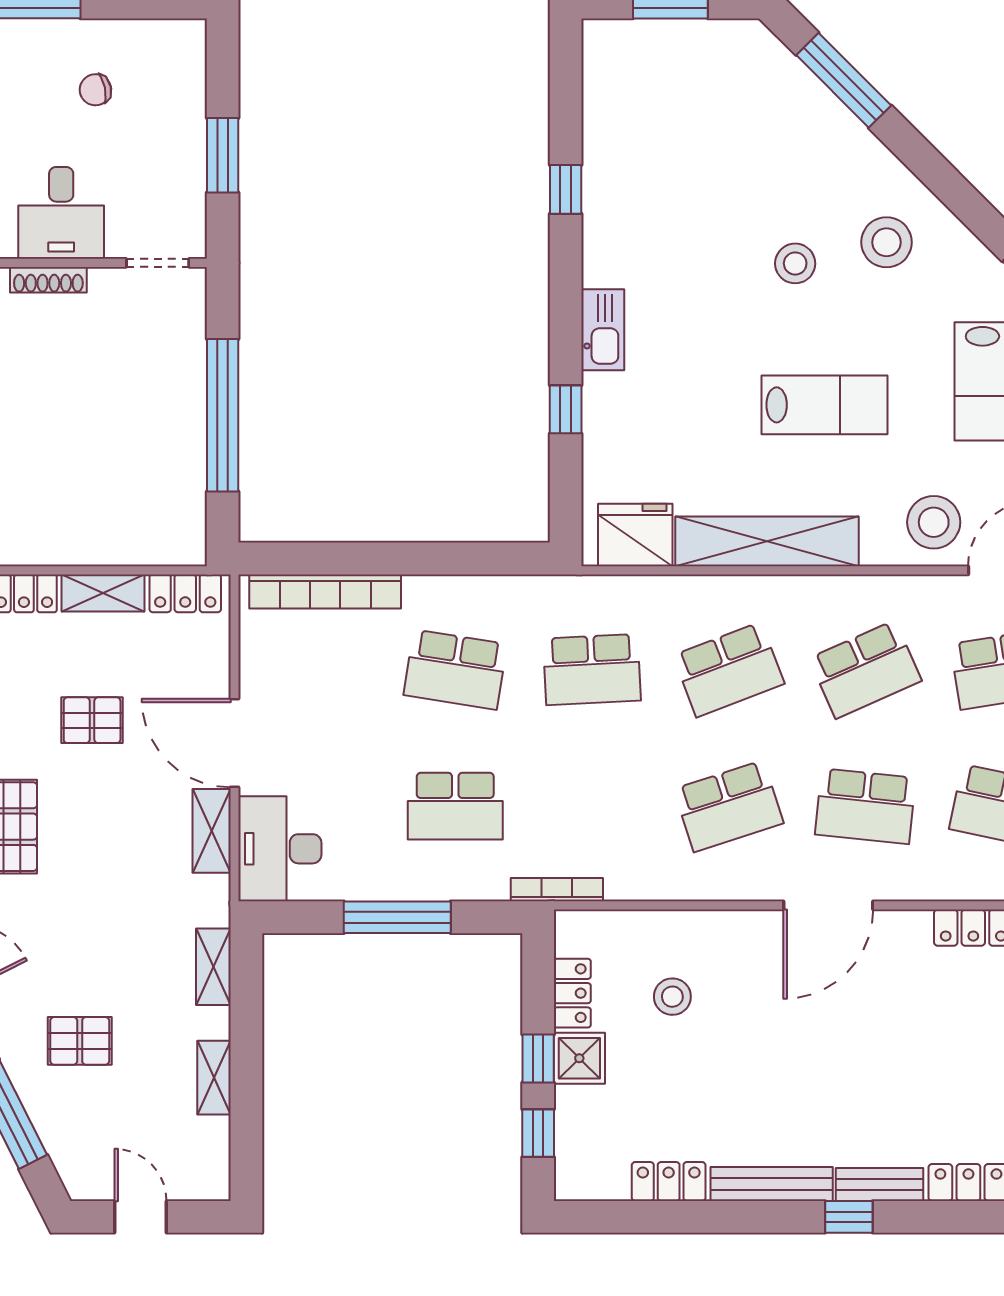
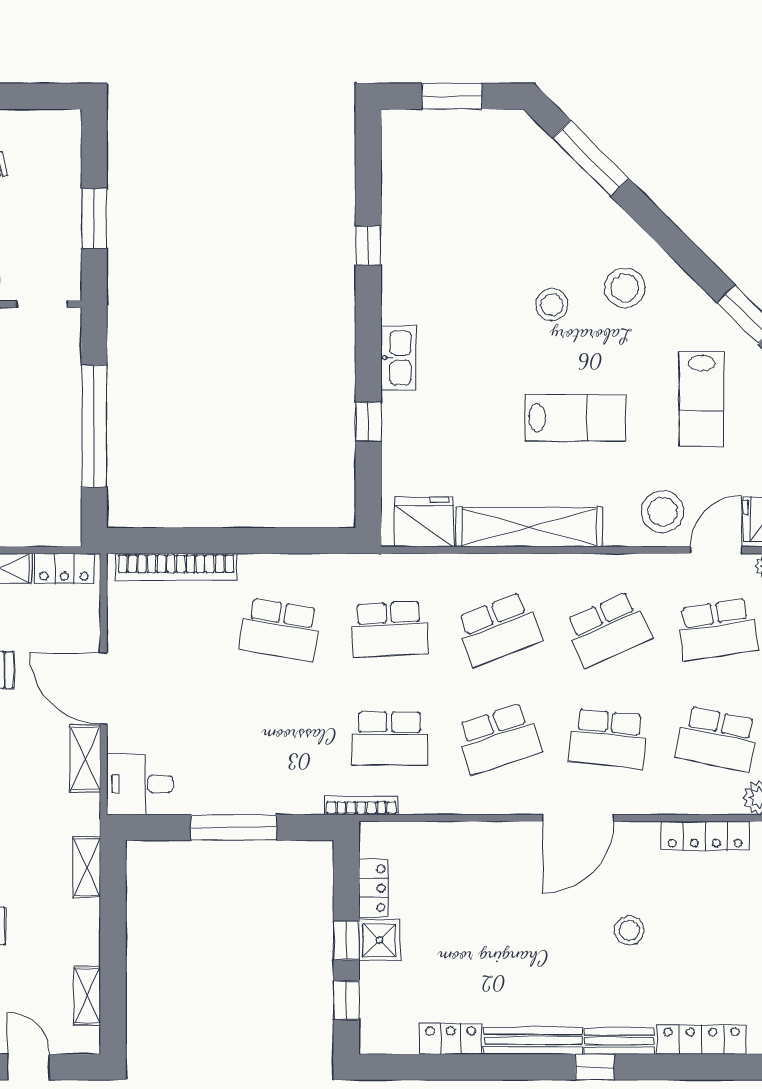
school desk: (455, 806) -> (389, 739), moved
desk: (280, 849) -> (140, 784), width x0.73
stool: (672, 997) -> (629, 930), moved
shelving: (214, 1078) -> (87, 996), moved

